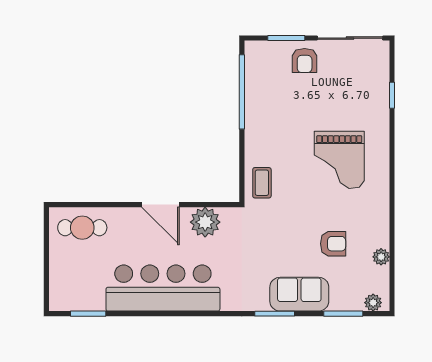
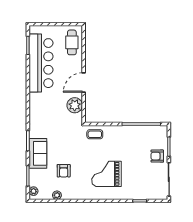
bar counter: (163, 288) -> (41, 63), moved

